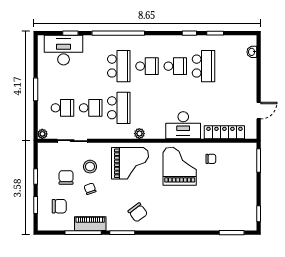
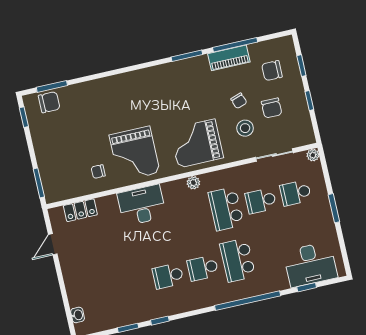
school desk: (204, 66) -> (133, 284), removed
locker: (224, 132) -> (80, 210), width x0.66
chair: (138, 212) -> (49, 102), moved, turned 127

